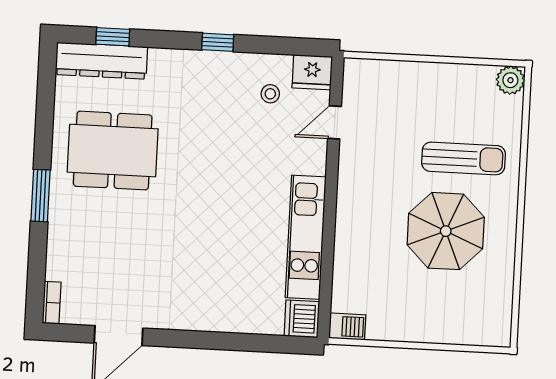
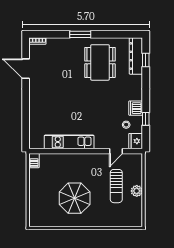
window: (218, 42) -> (146, 119), moved
plant: (510, 80) -> (137, 191), moved
door: (335, 122) -> (116, 151), swing flipped
sun lounger: (463, 158) -> (116, 186), moved
dishwasher: (302, 319) -> (136, 108), moved, turned -90

